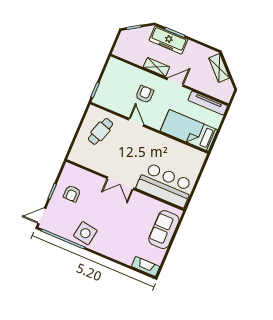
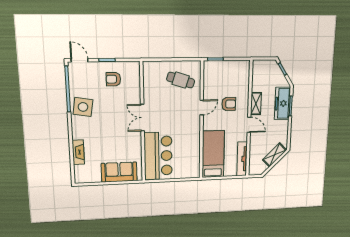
fireplace: (146, 266) -> (78, 152), moved

